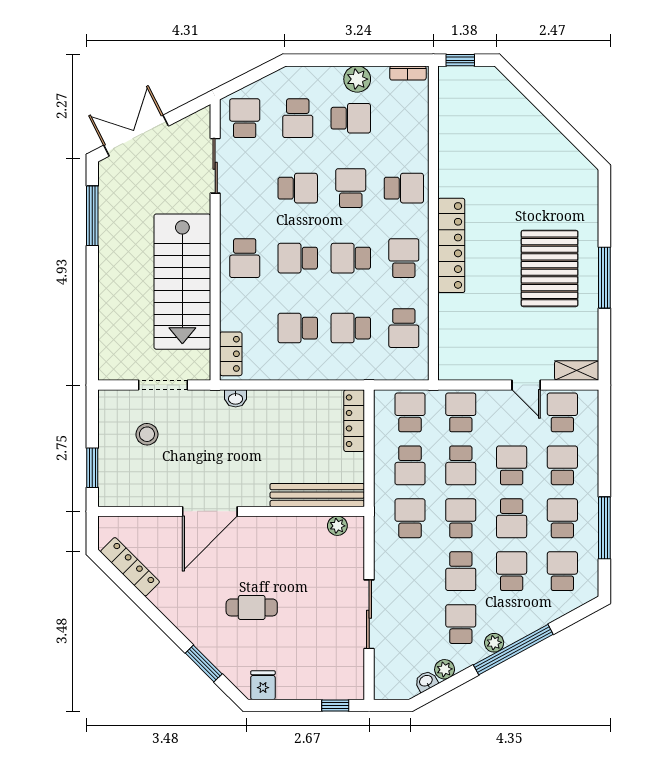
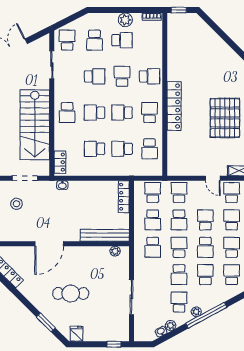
school desk: (410, 518) -> (153, 247), turned 180
cafe table: (252, 607) -> (71, 293), width x1.37, depth x1.35

